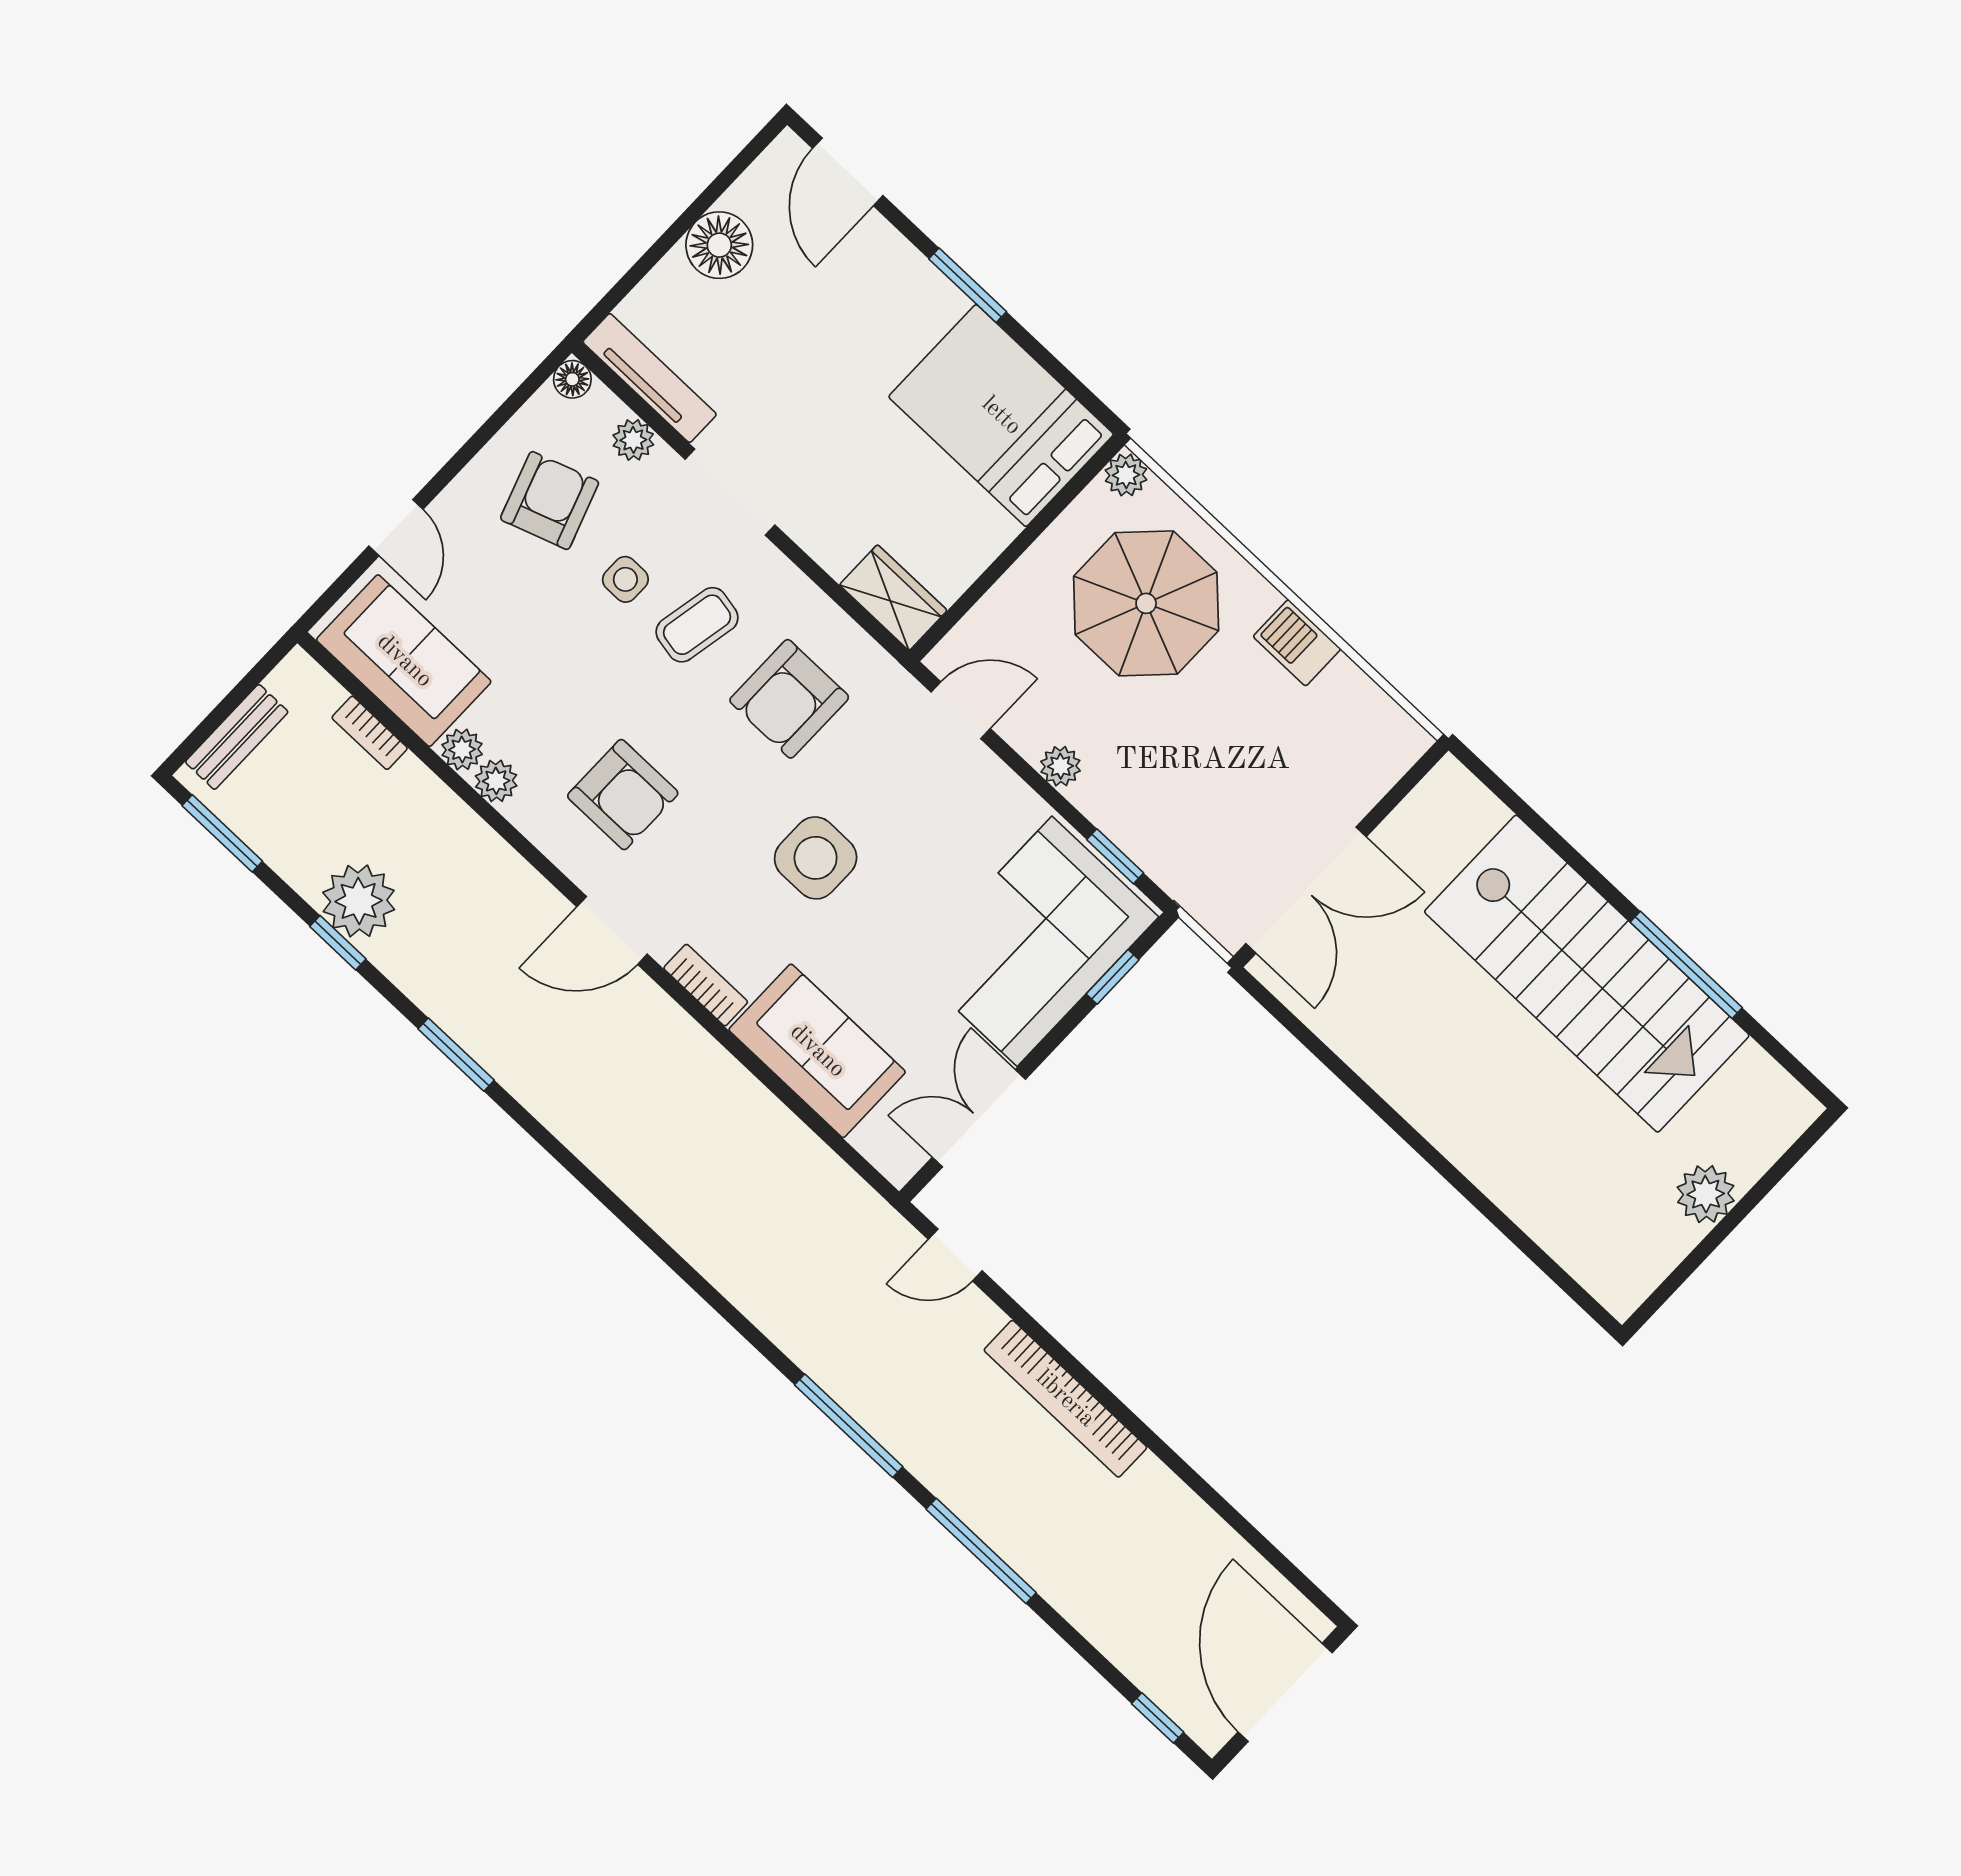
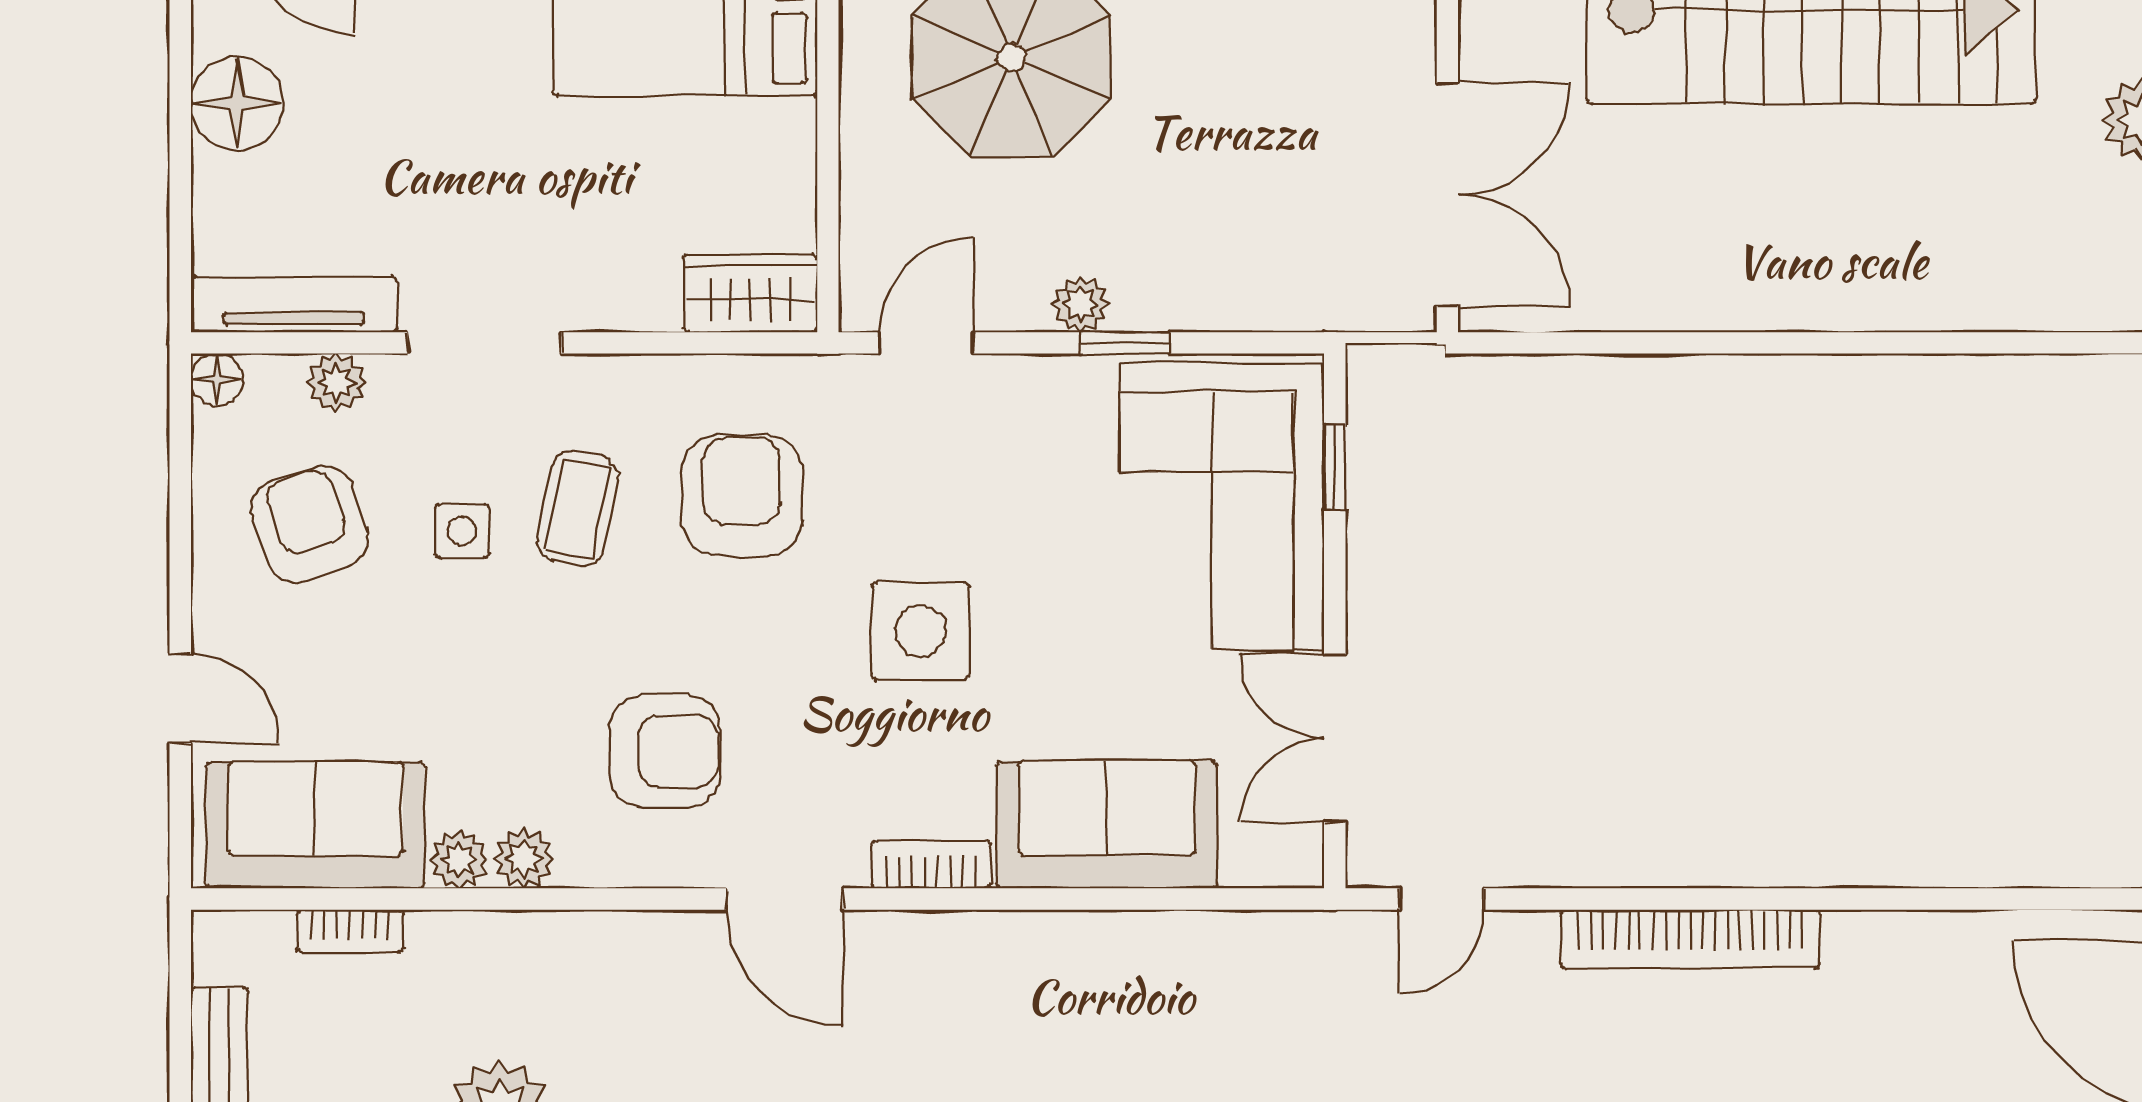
armchair: (789, 699) -> (742, 495), turned 180
window: (1115, 856) -> (1124, 343), moved
door: (612, 930) -> (784, 899), hinge flipped

